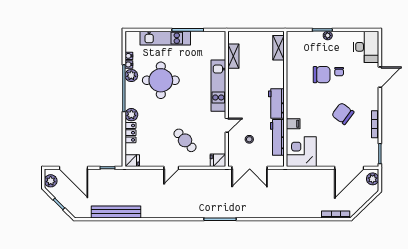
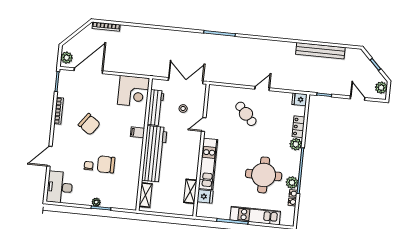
workbench: (276, 103) -> (154, 154), width x1.88, depth x1.32
filing cabinet: (293, 124) -> (137, 132), moved
fridge: (218, 160) -> (205, 196), moved
door: (73, 168) -> (358, 98), width x0.53

